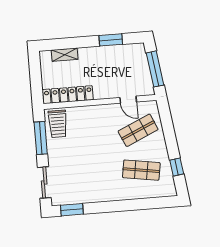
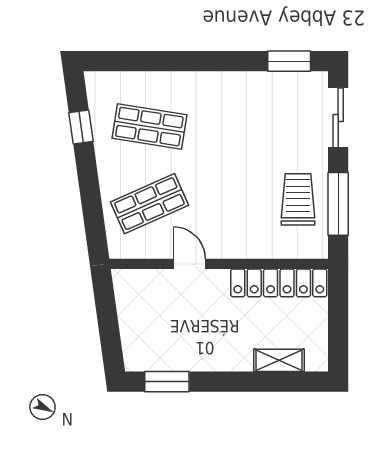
window: (111, 40) -> (167, 382), moved
window: (155, 69) -> (108, 319), removed
door: (128, 100) -> (189, 264), moved
trolley: (58, 124) -> (298, 199), moved

